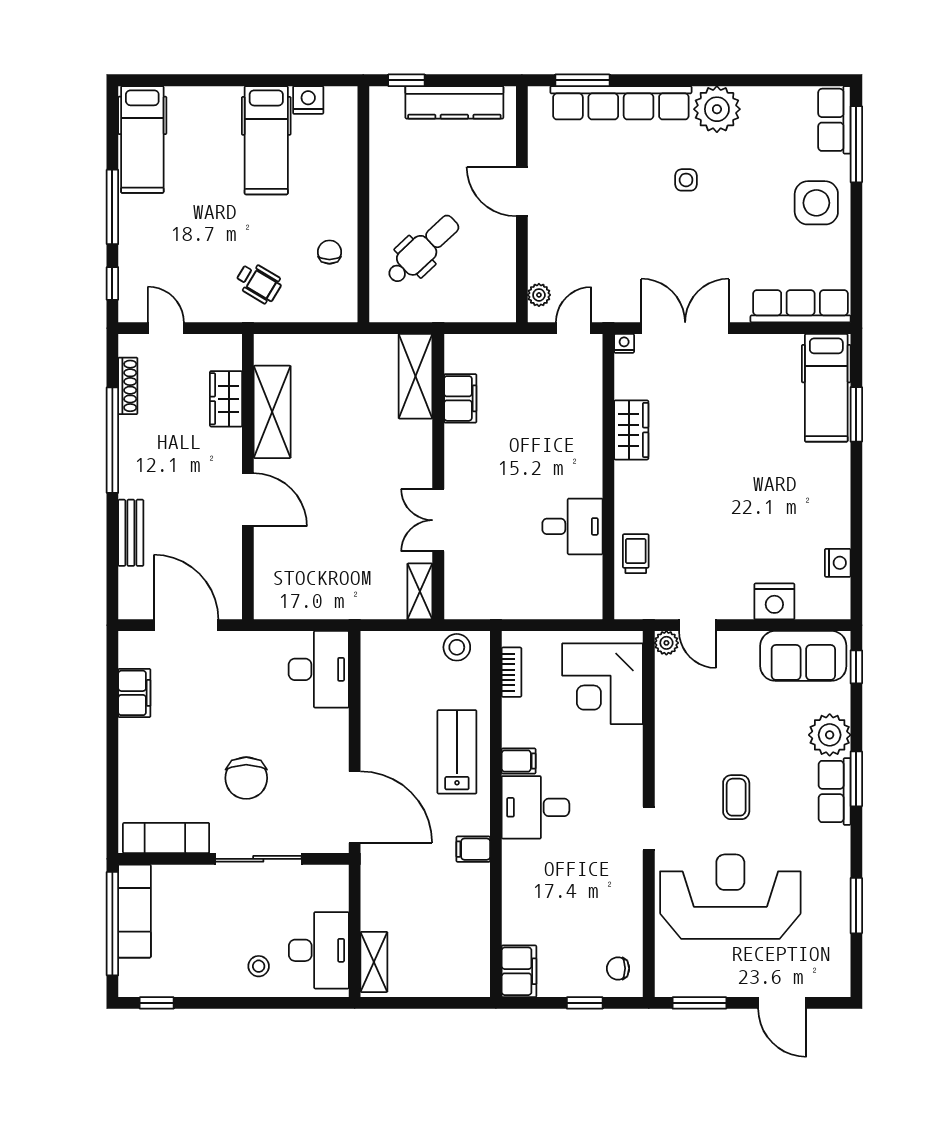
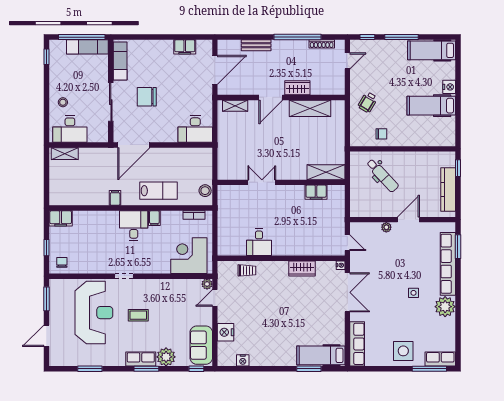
nightstand: (308, 100) -> (449, 87), moved
plant: (539, 295) -> (386, 227), moved
wardrobe: (226, 399) -> (297, 88), moved
shelving: (420, 591) -> (235, 106), moved

